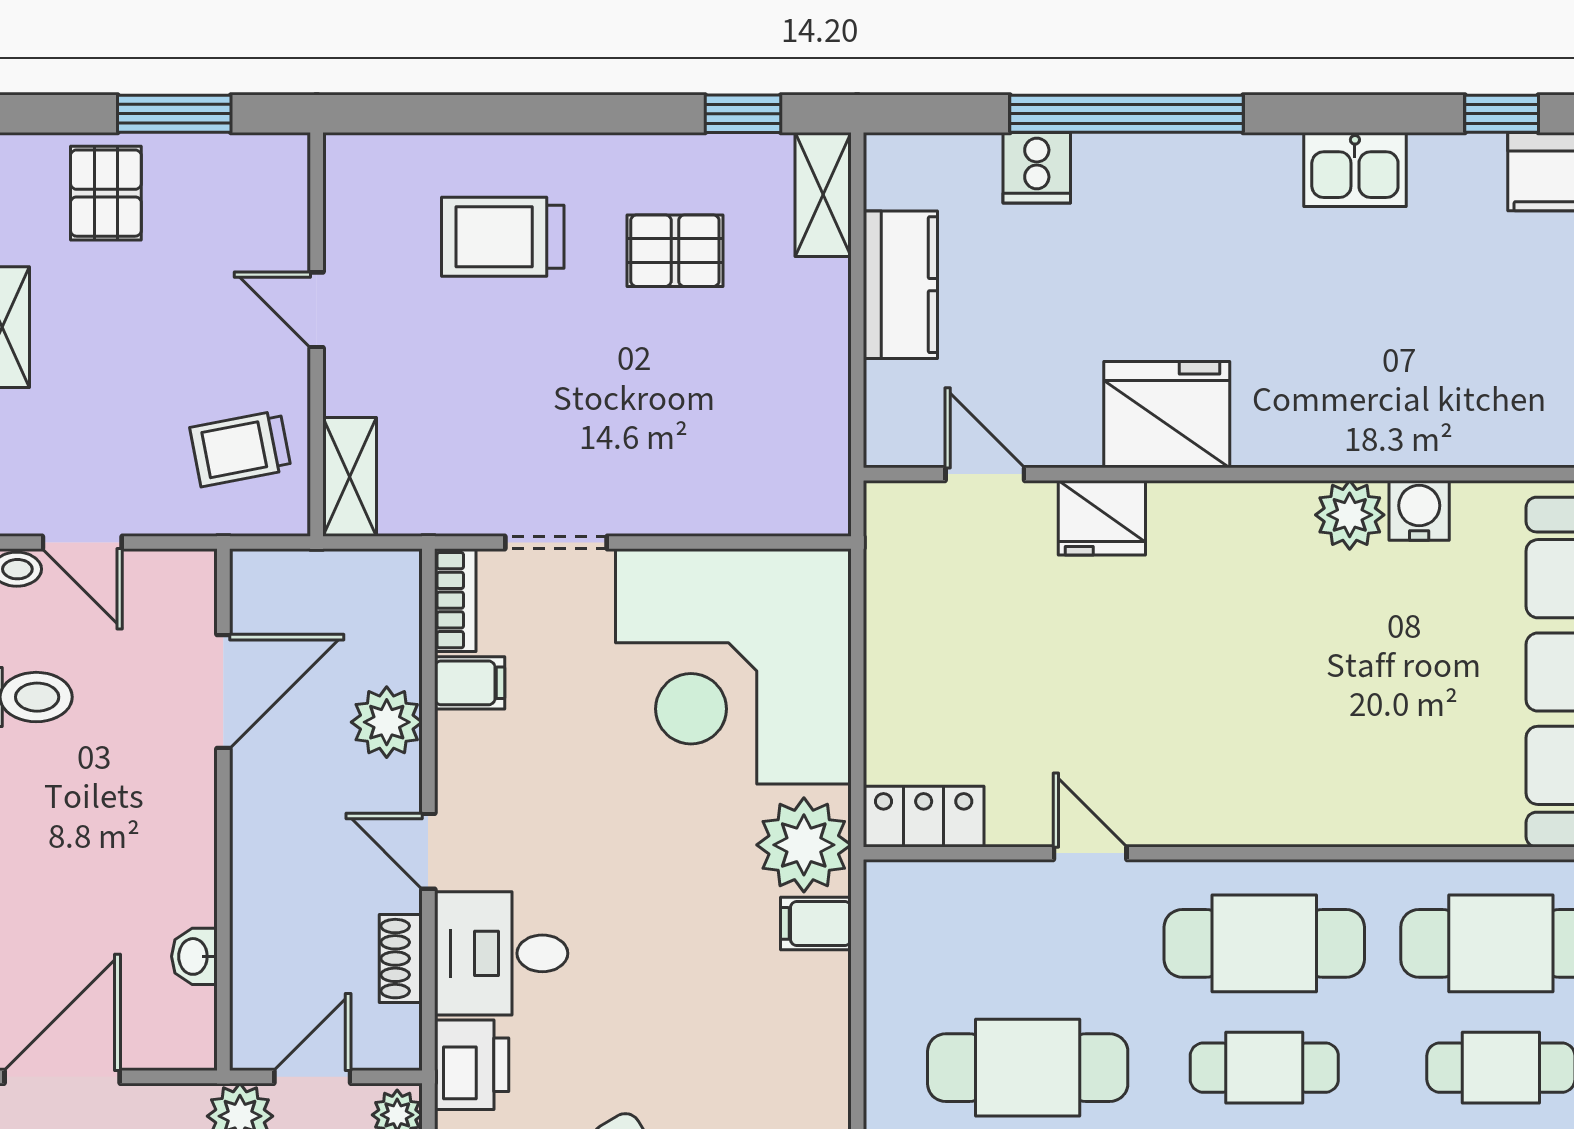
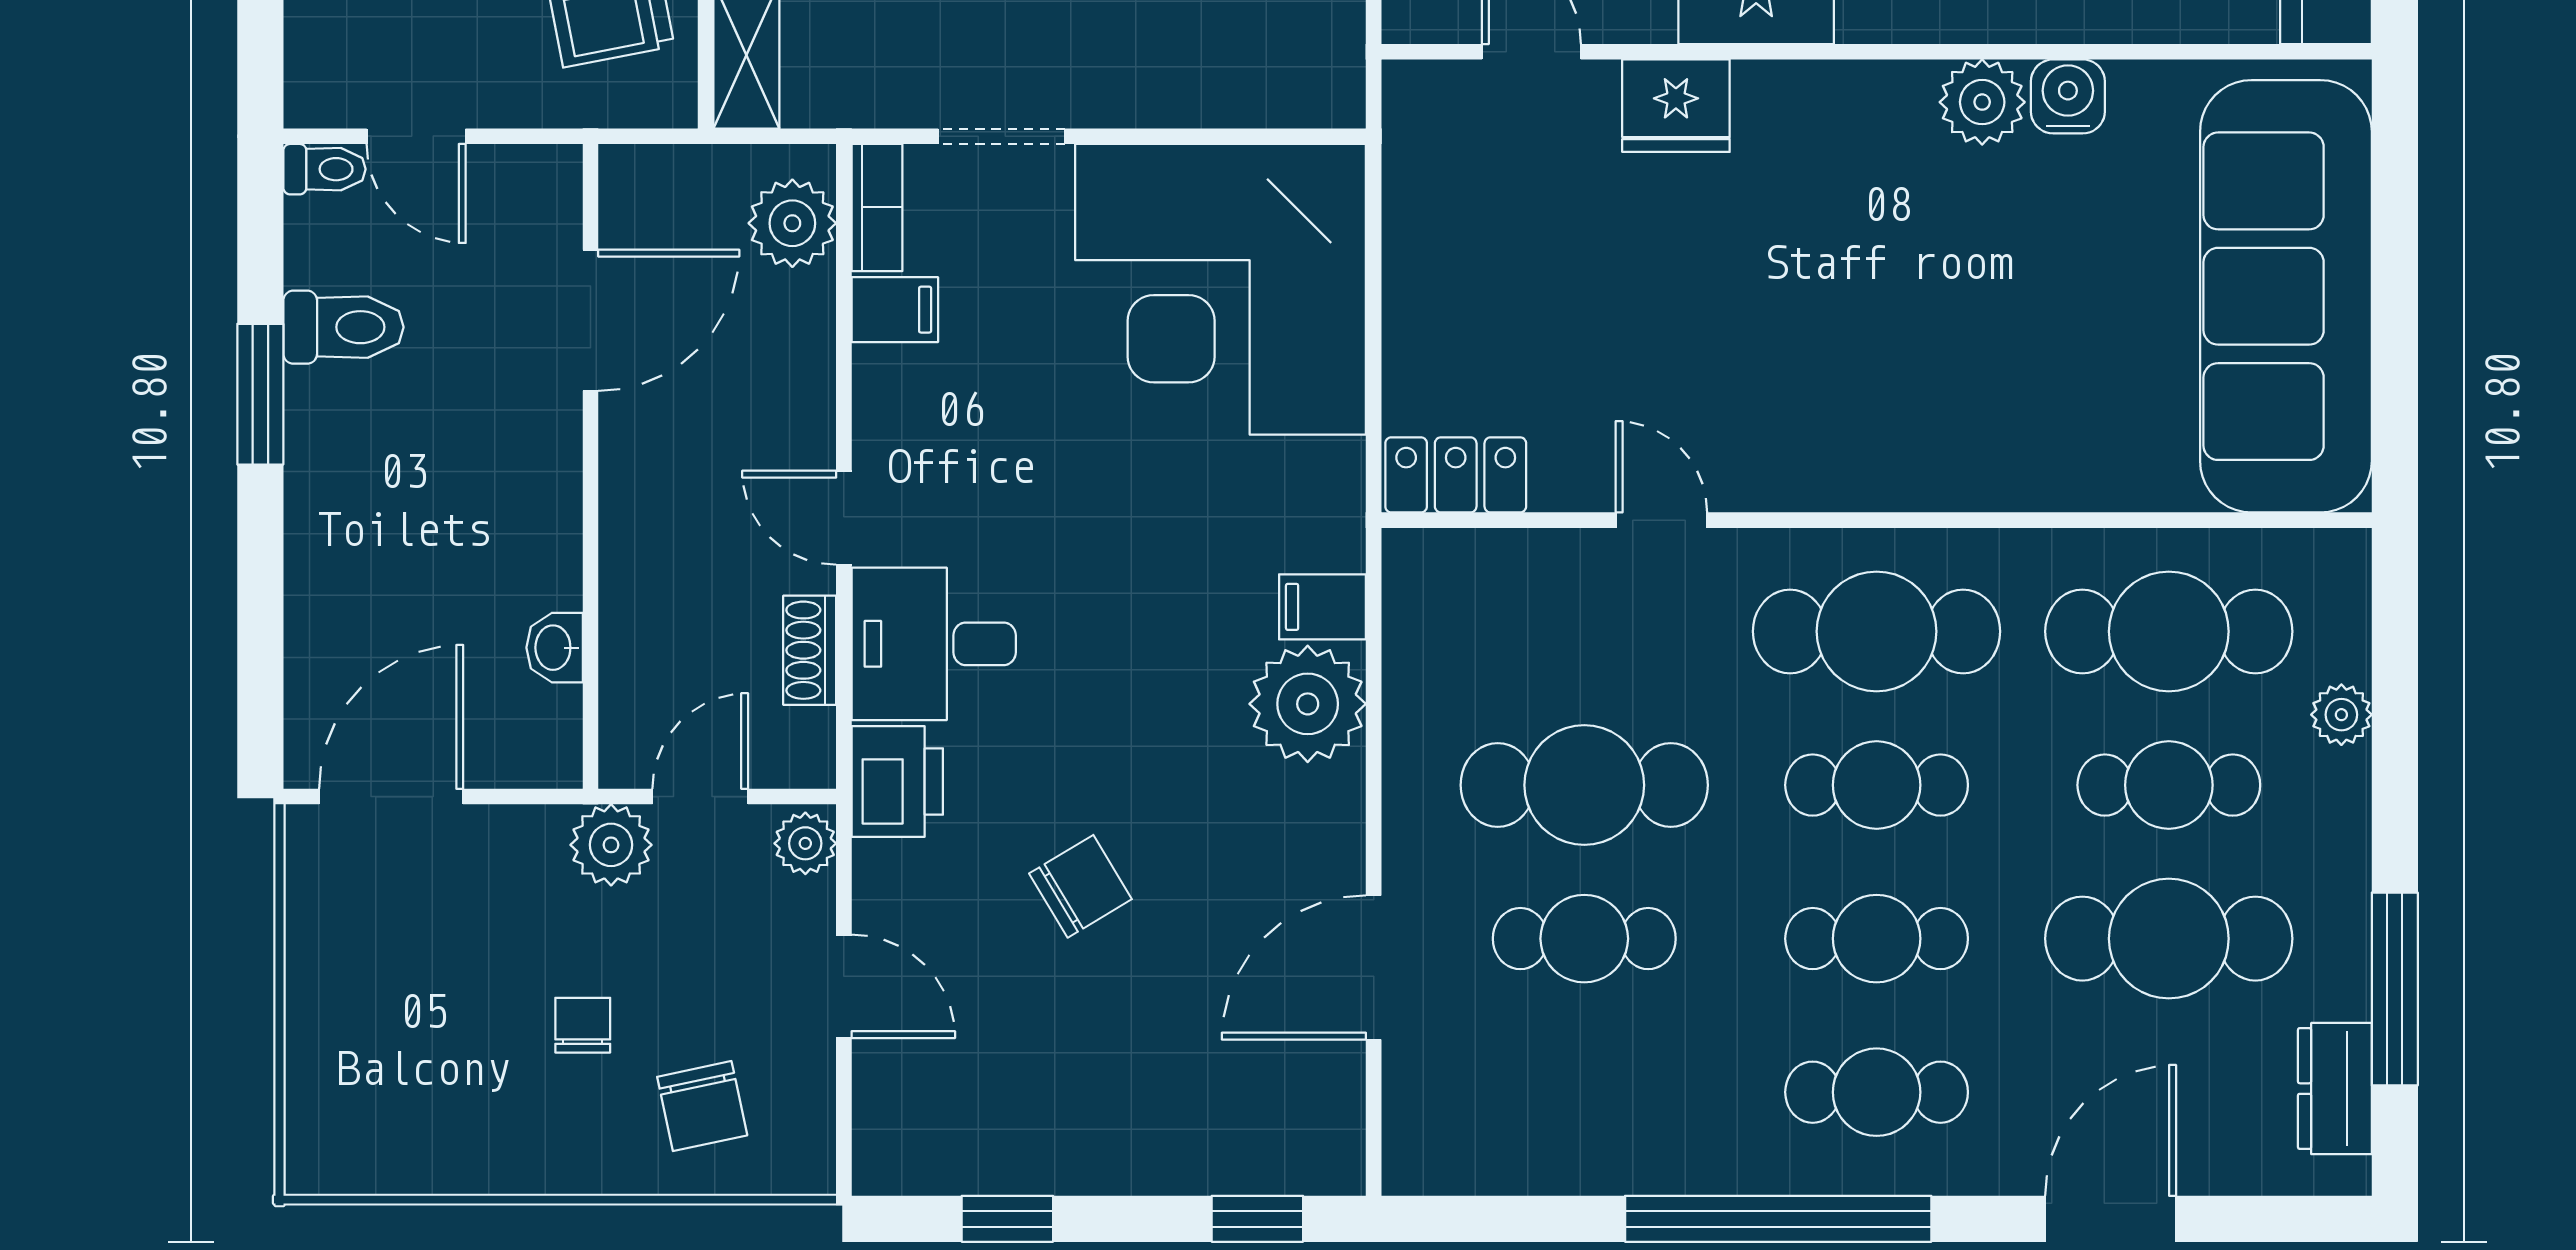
plant: (387, 722) -> (792, 223), moved
plant: (804, 845) -> (1308, 704), moved

